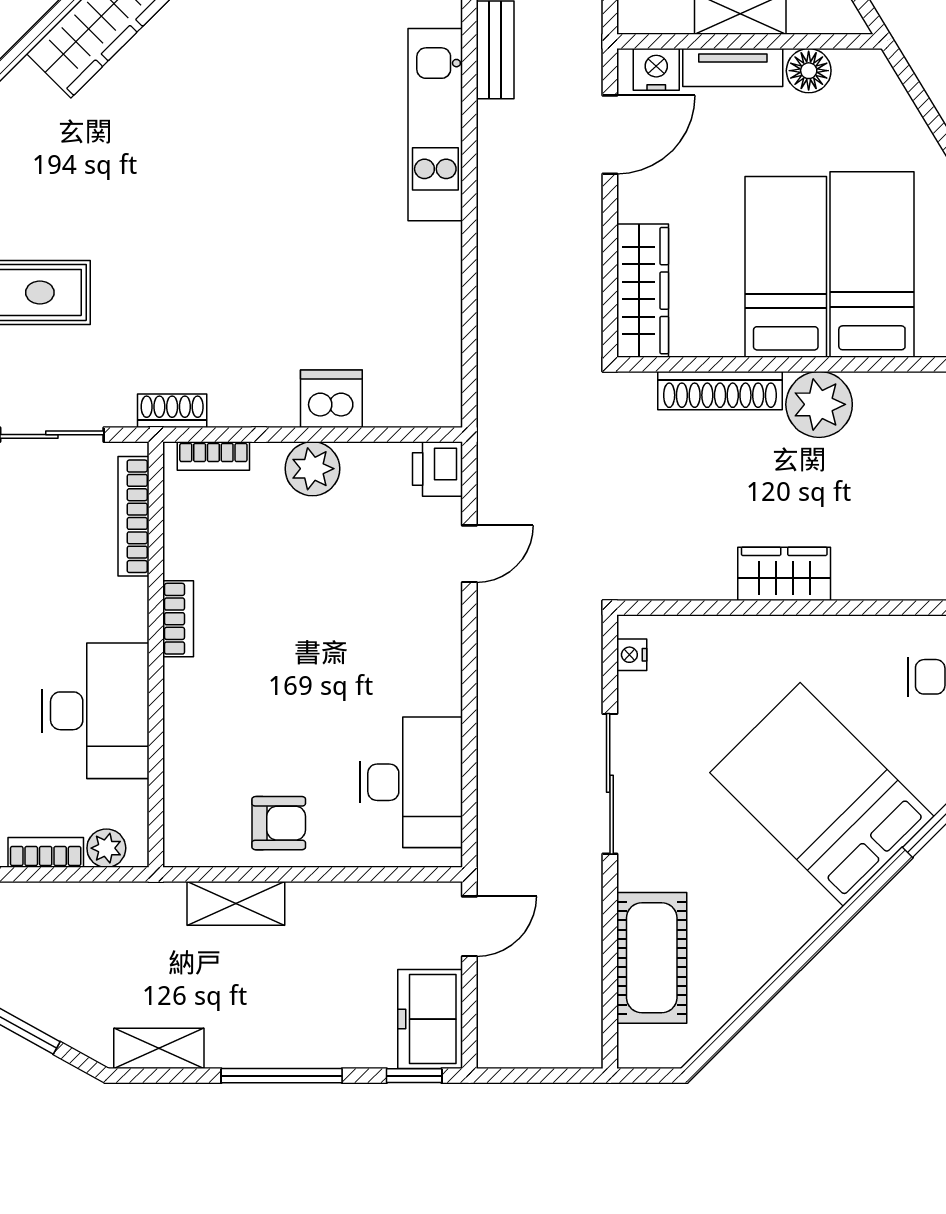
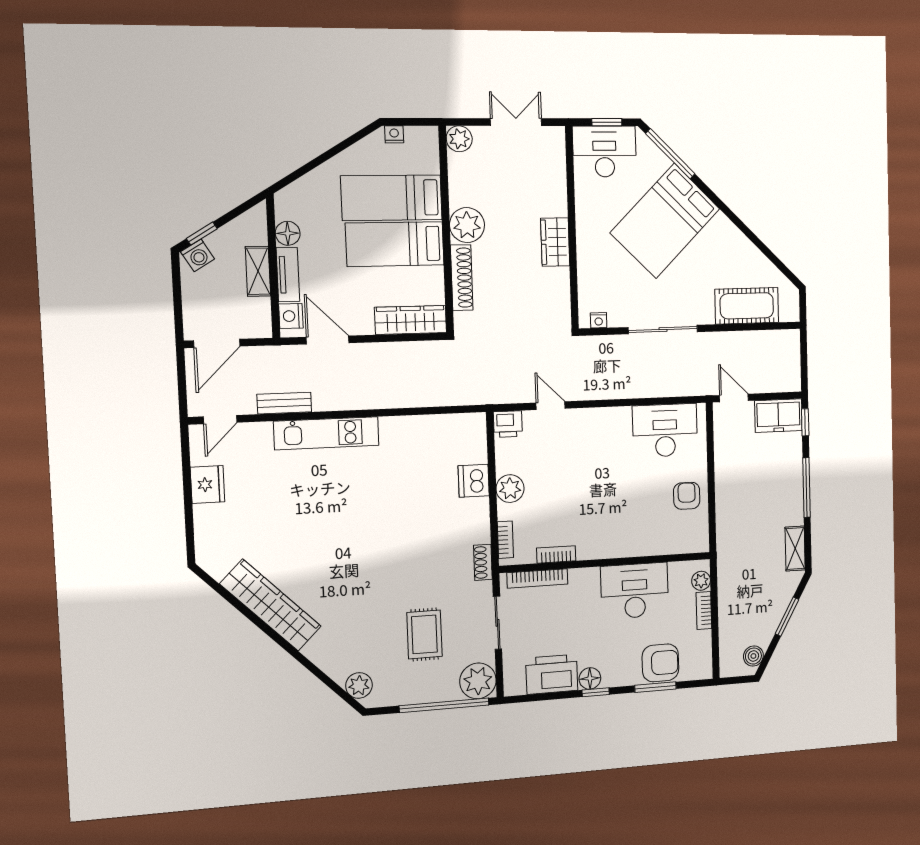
bookcase: (178, 619) -> (556, 554), moved
shelving: (236, 903) -> (726, 515), removed

